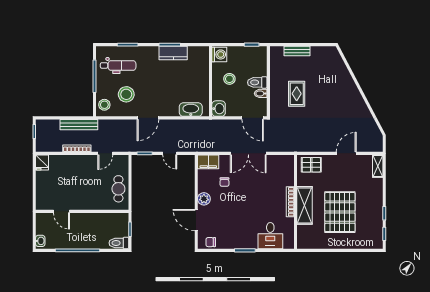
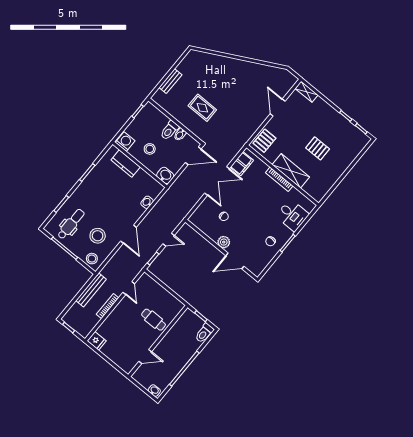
kitchen counter: (173, 53) -> (126, 163), moved, turned 90
washbasin: (191, 110) -> (147, 202), width x0.52, depth x0.69
filing cabinet: (208, 162) -> (242, 164), moved
cafe table: (118, 189) -> (154, 320), moved
pallet: (340, 212) -> (318, 148), width x0.49, depth x0.50
chair: (211, 242) -> (270, 241), moved

